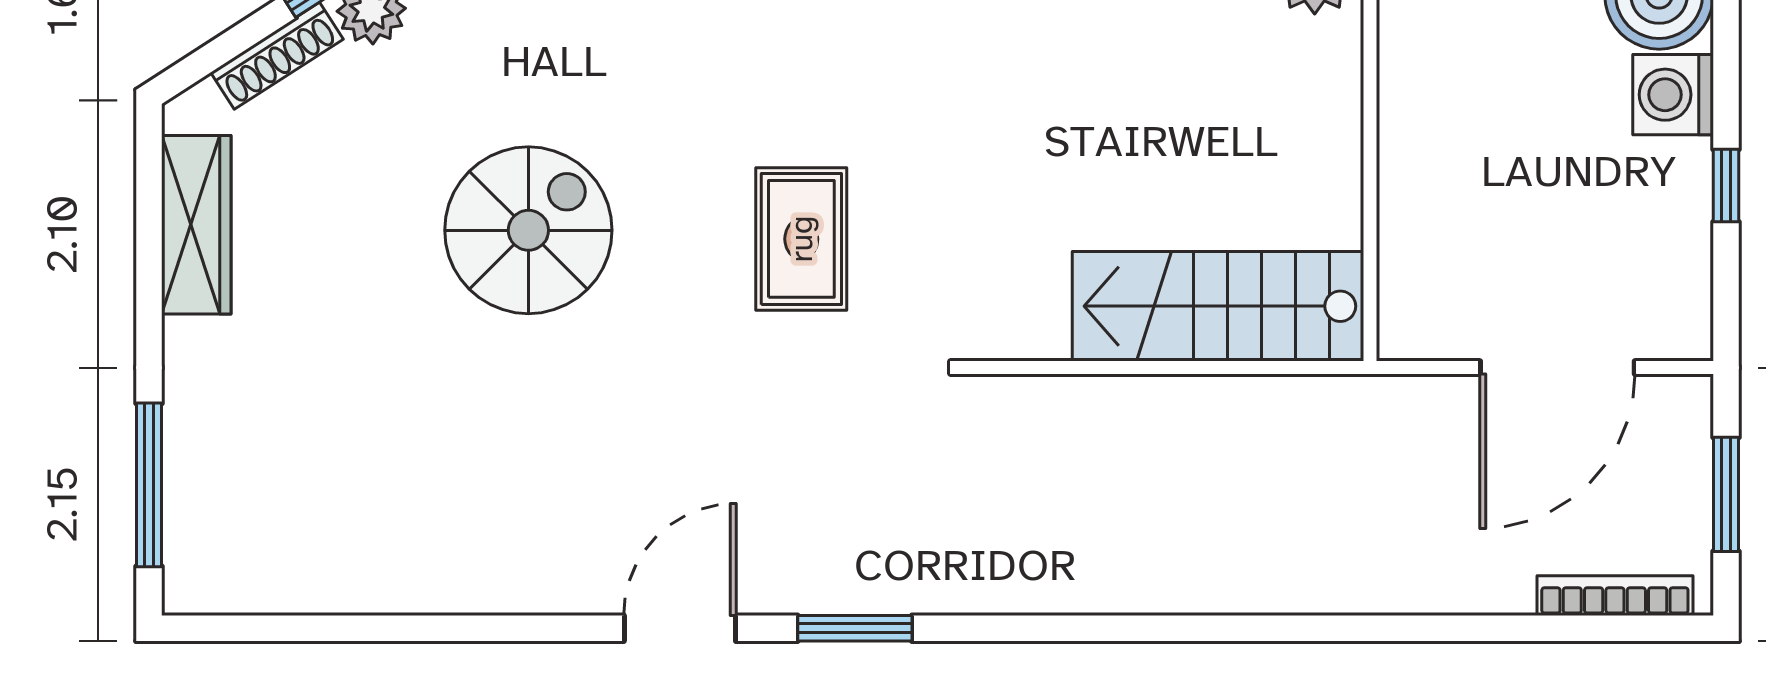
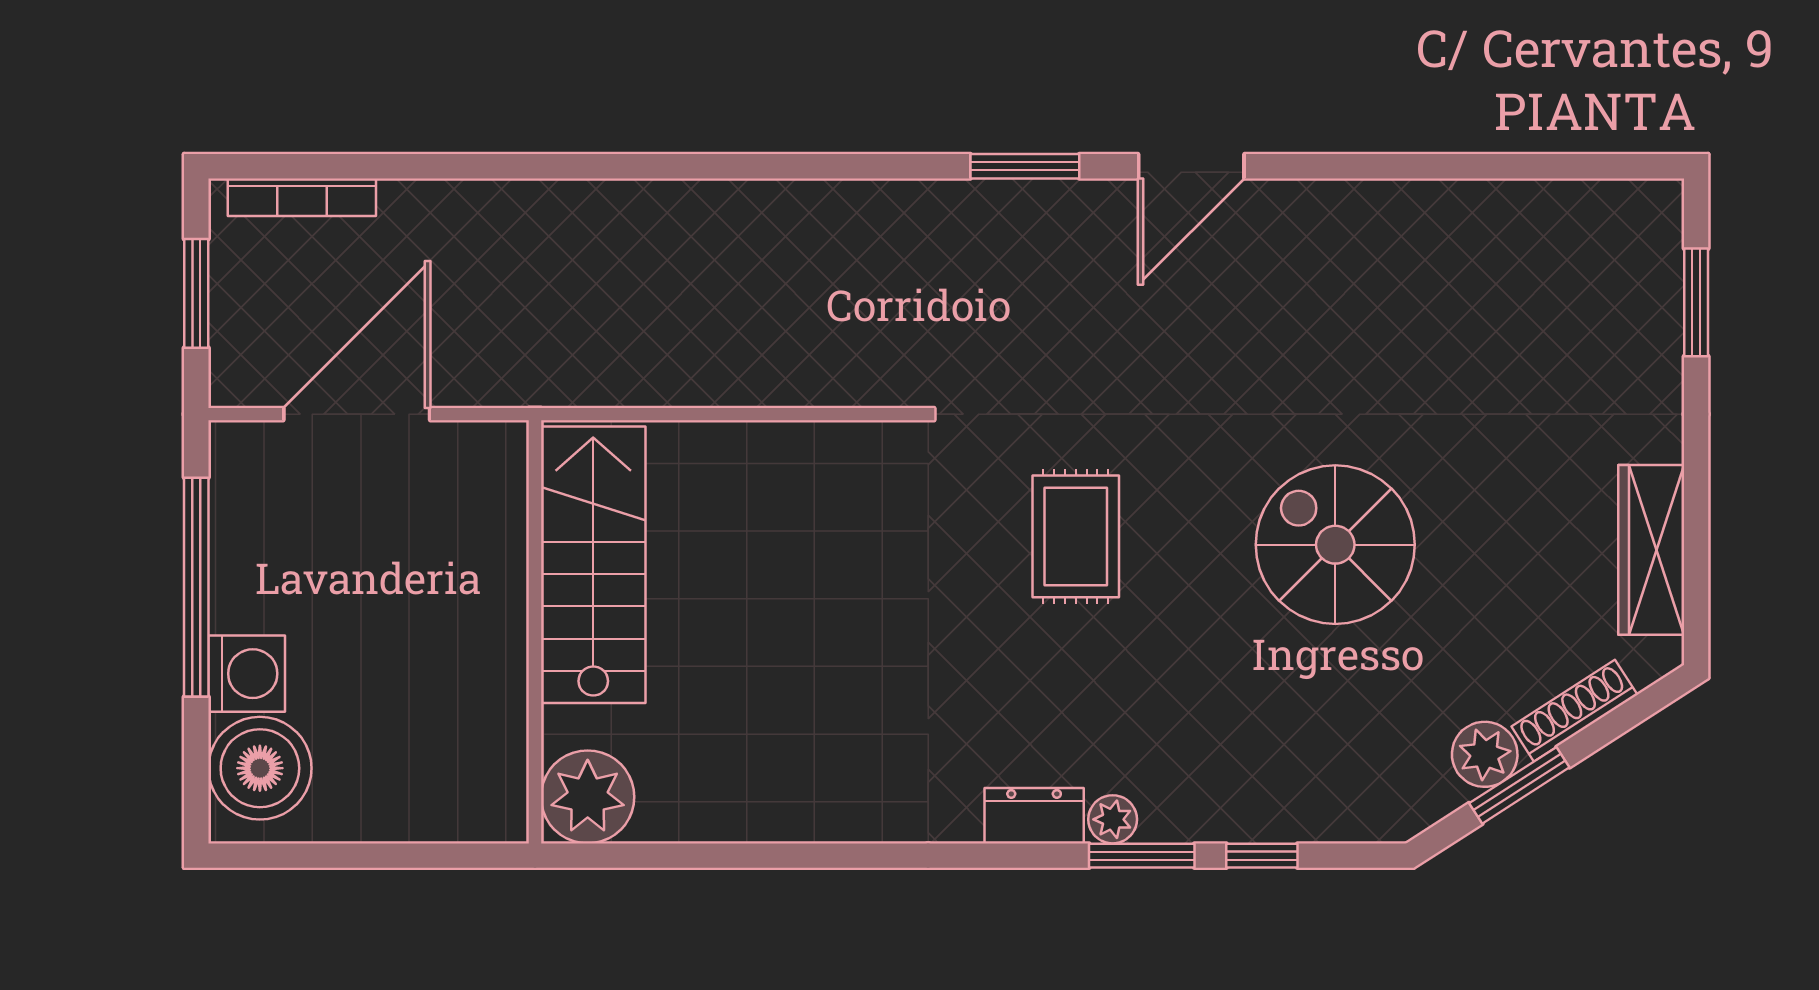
window: (1726, 186) -> (196, 587), width x3.17
spiral stairs: (528, 230) -> (1335, 545), turned 90
stairs: (1218, 306) -> (593, 565), moved, turned -90
window: (149, 485) -> (1696, 302), width x0.69

